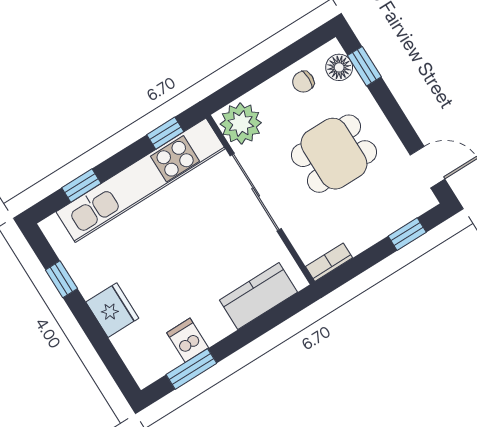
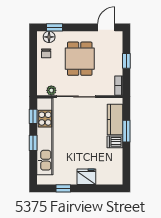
plant: (241, 123) -> (51, 90), width x0.53, depth x0.53
window: (81, 186) -> (33, 143), moved
window: (407, 234) -> (126, 61), moved
dishwasher: (188, 340) -> (115, 142), moved
window: (191, 369) -> (126, 131), moved

